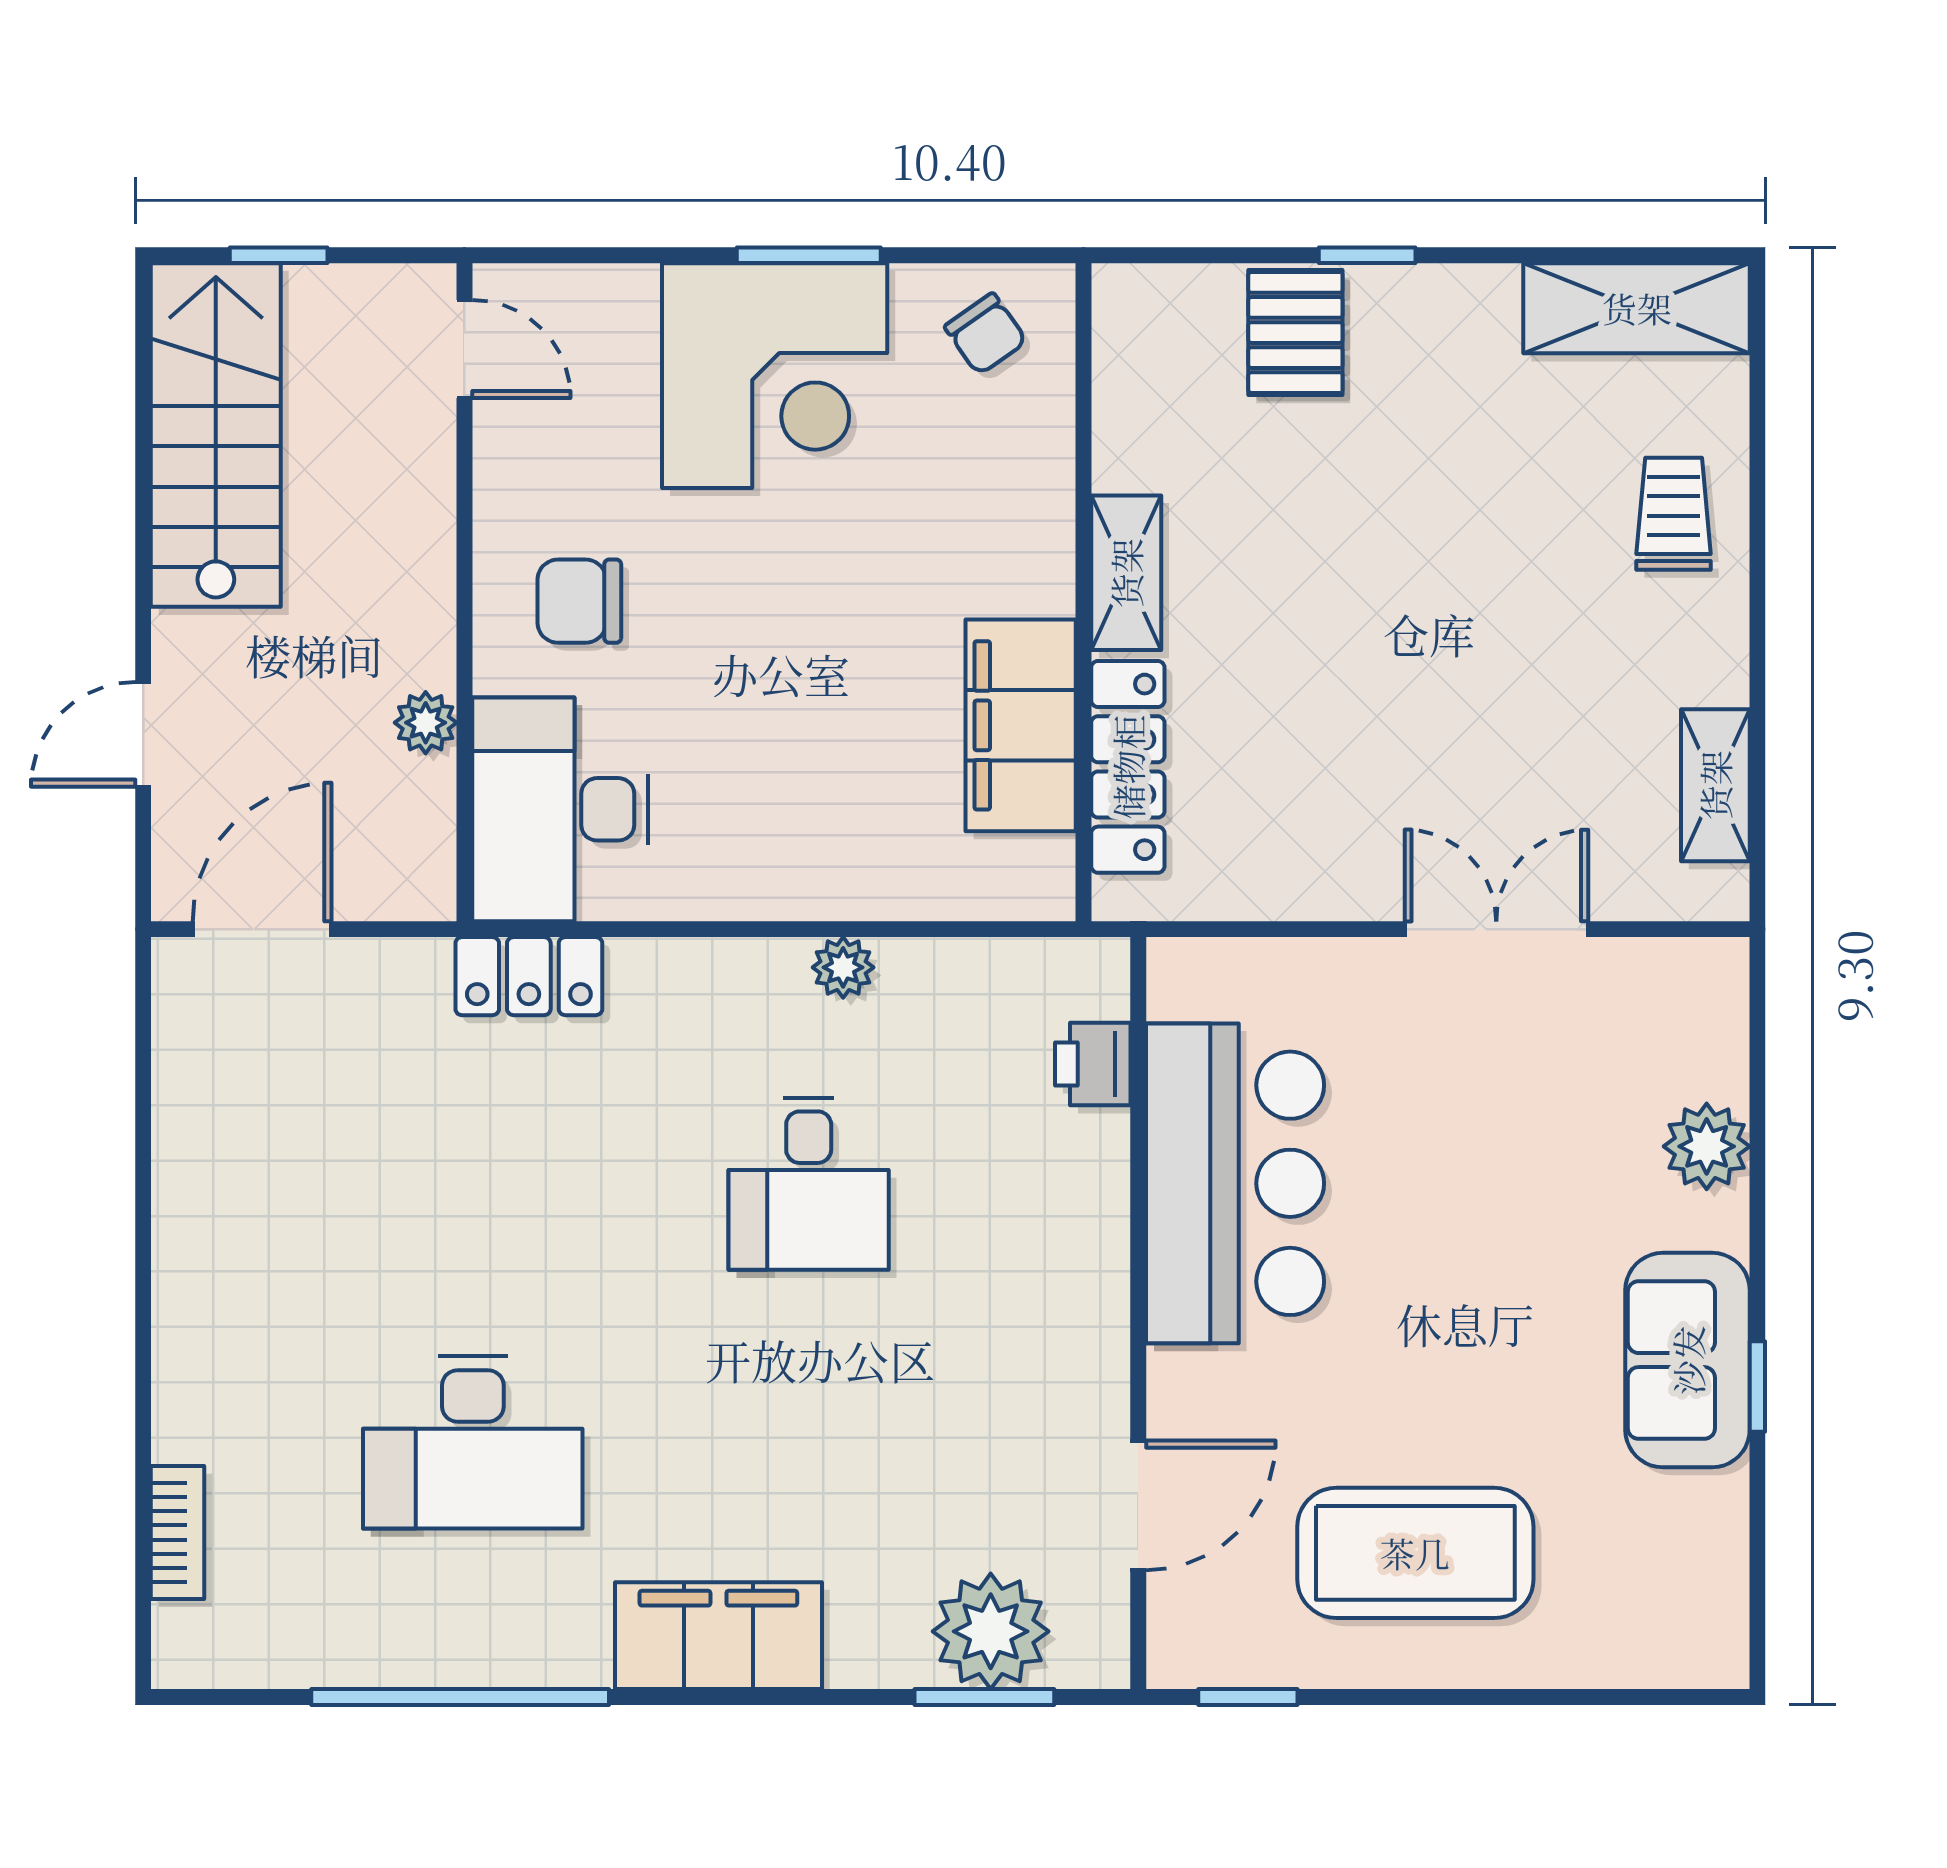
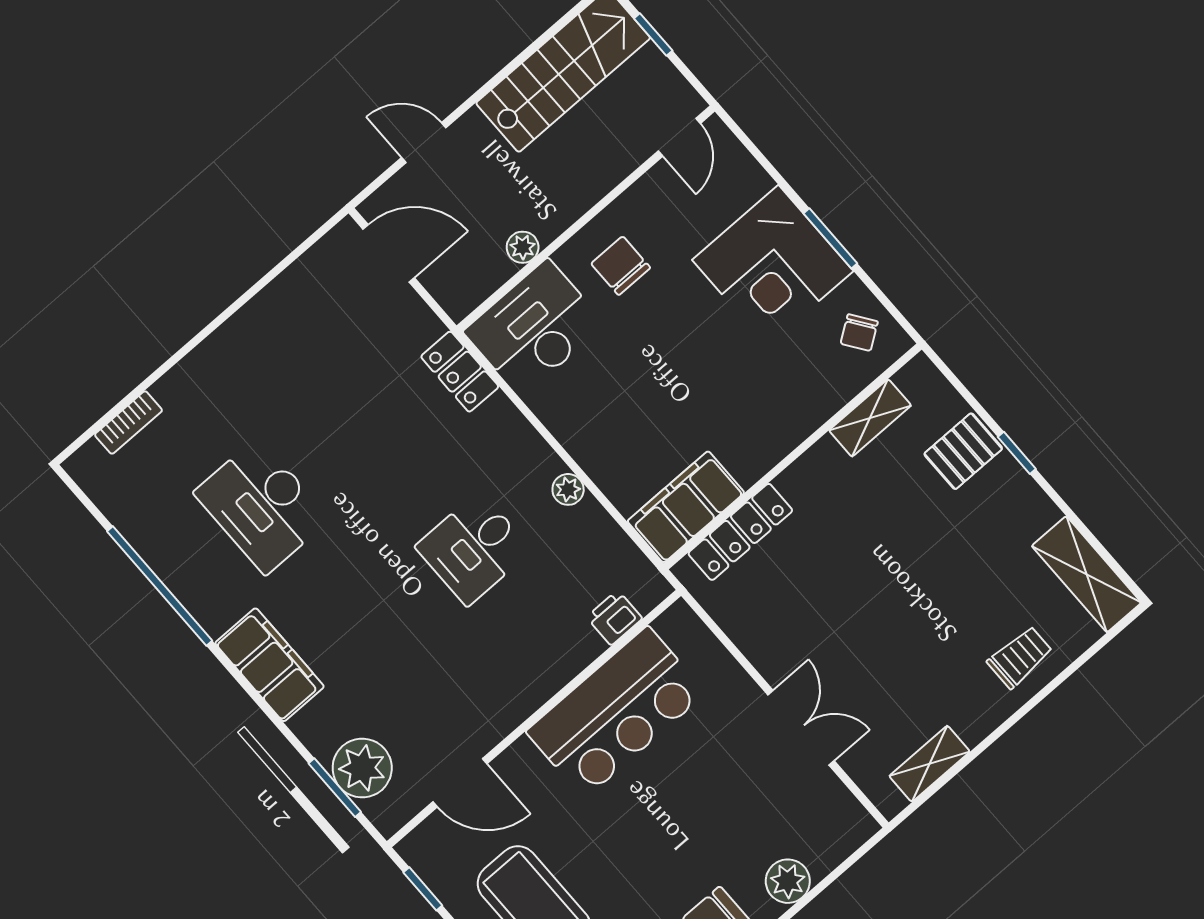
shelving: (1126, 573) -> (870, 418), moved
filing cabinet: (1021, 725) -> (686, 507), moved

